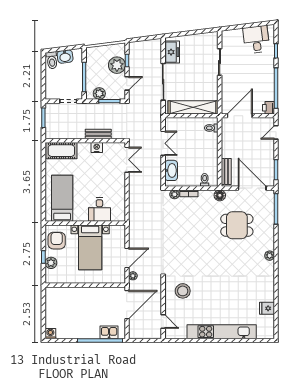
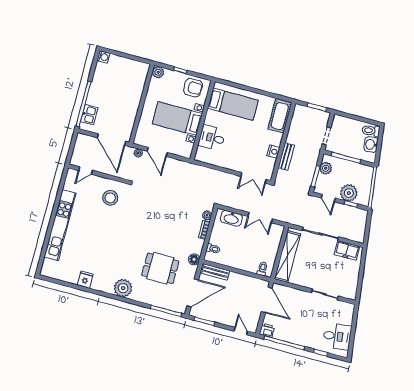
dining table: (237, 225) -> (160, 268), turned 90
plant: (270, 256) -> (123, 288), width x1.88, depth x1.88
plant: (51, 263) -> (158, 72), moved
fridge: (267, 308) -> (85, 280), moved

